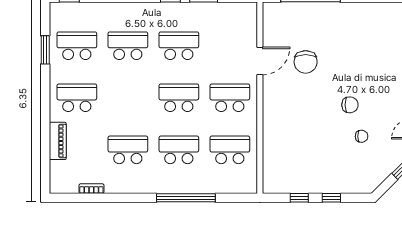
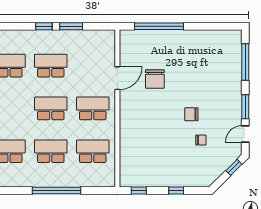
chair: (350, 105) -> (191, 114), turned 180
window: (299, 198) -> (139, 190), moved

